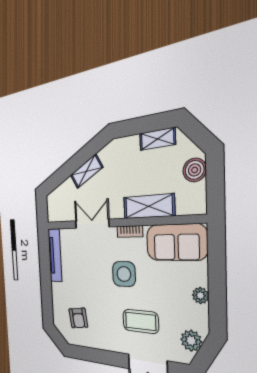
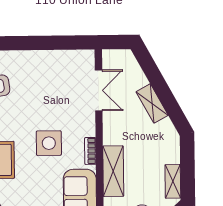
double door: (92, 224) -> (99, 90), moved
tv unit: (55, 255) -> (66, 58), removed

